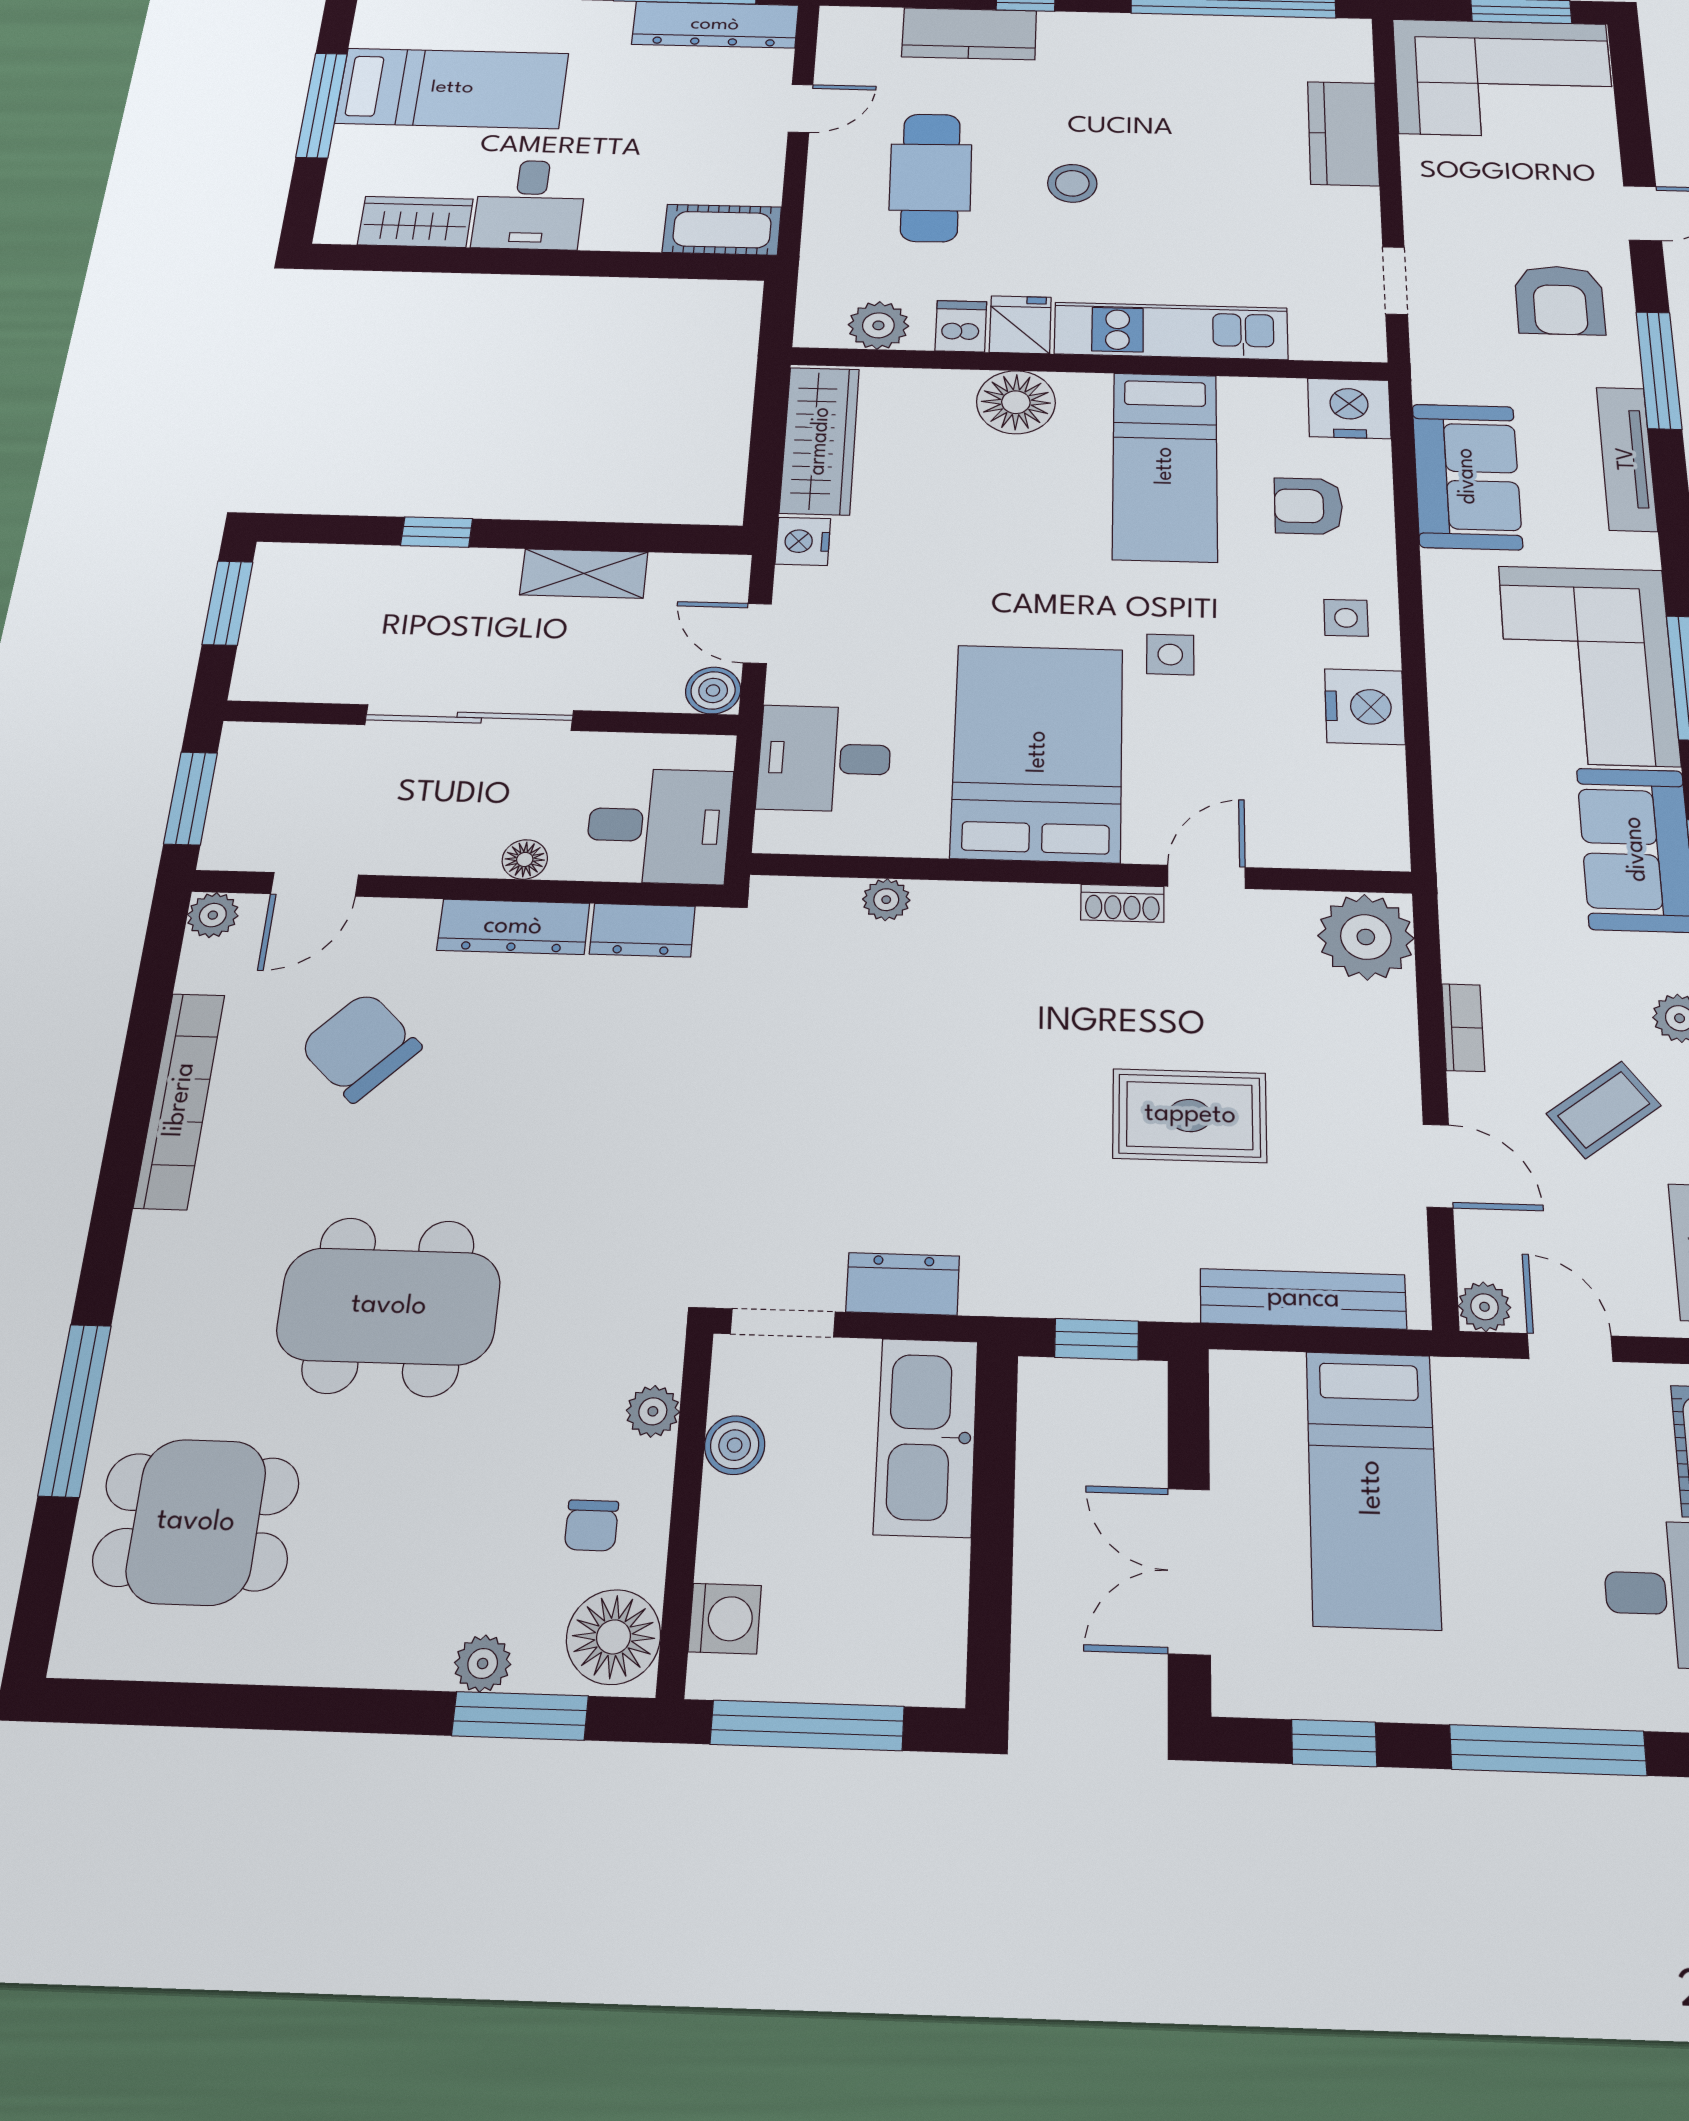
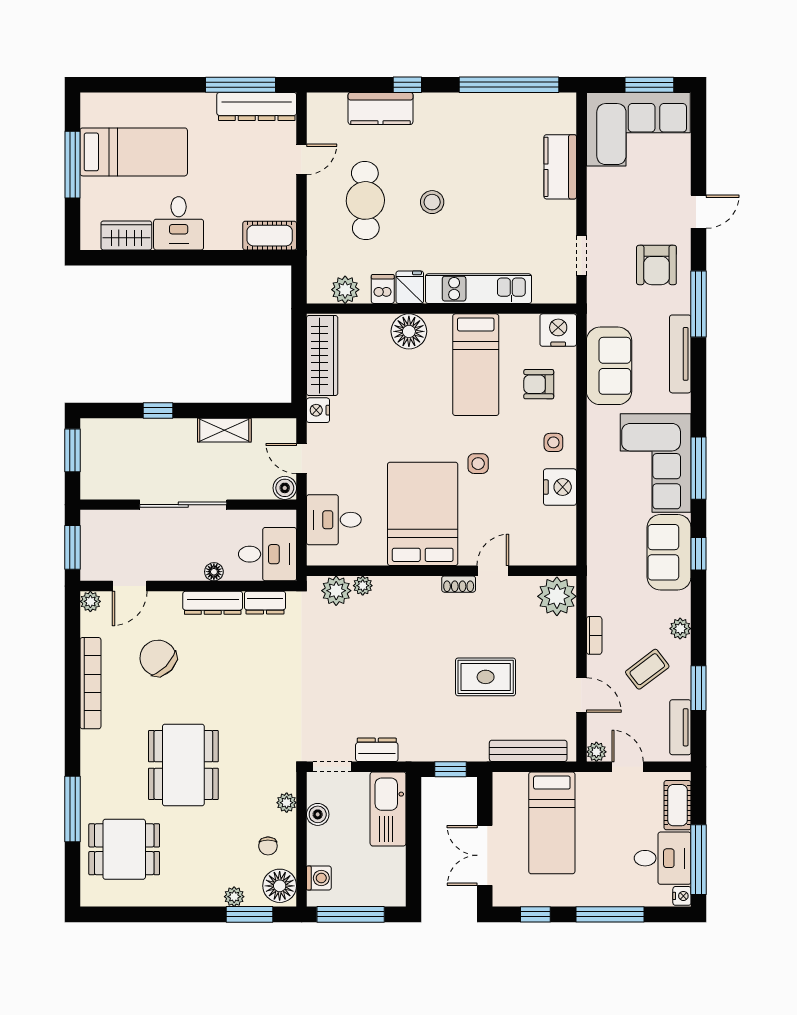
plant: (820, 909) -> (336, 591), added
dining table: (389, 1306) -> (183, 765), turned 90

